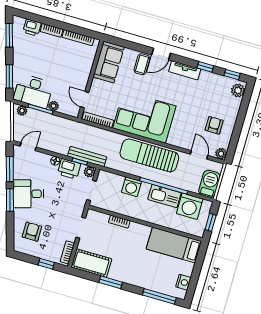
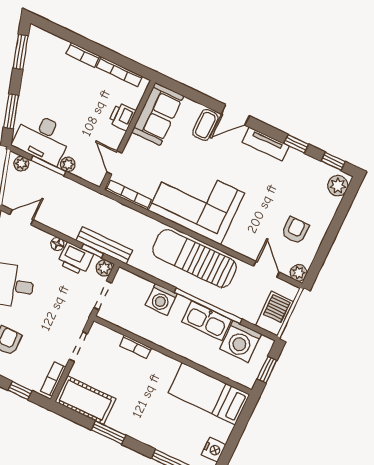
printer: (32, 28) -> (122, 117), moved, turned 90

